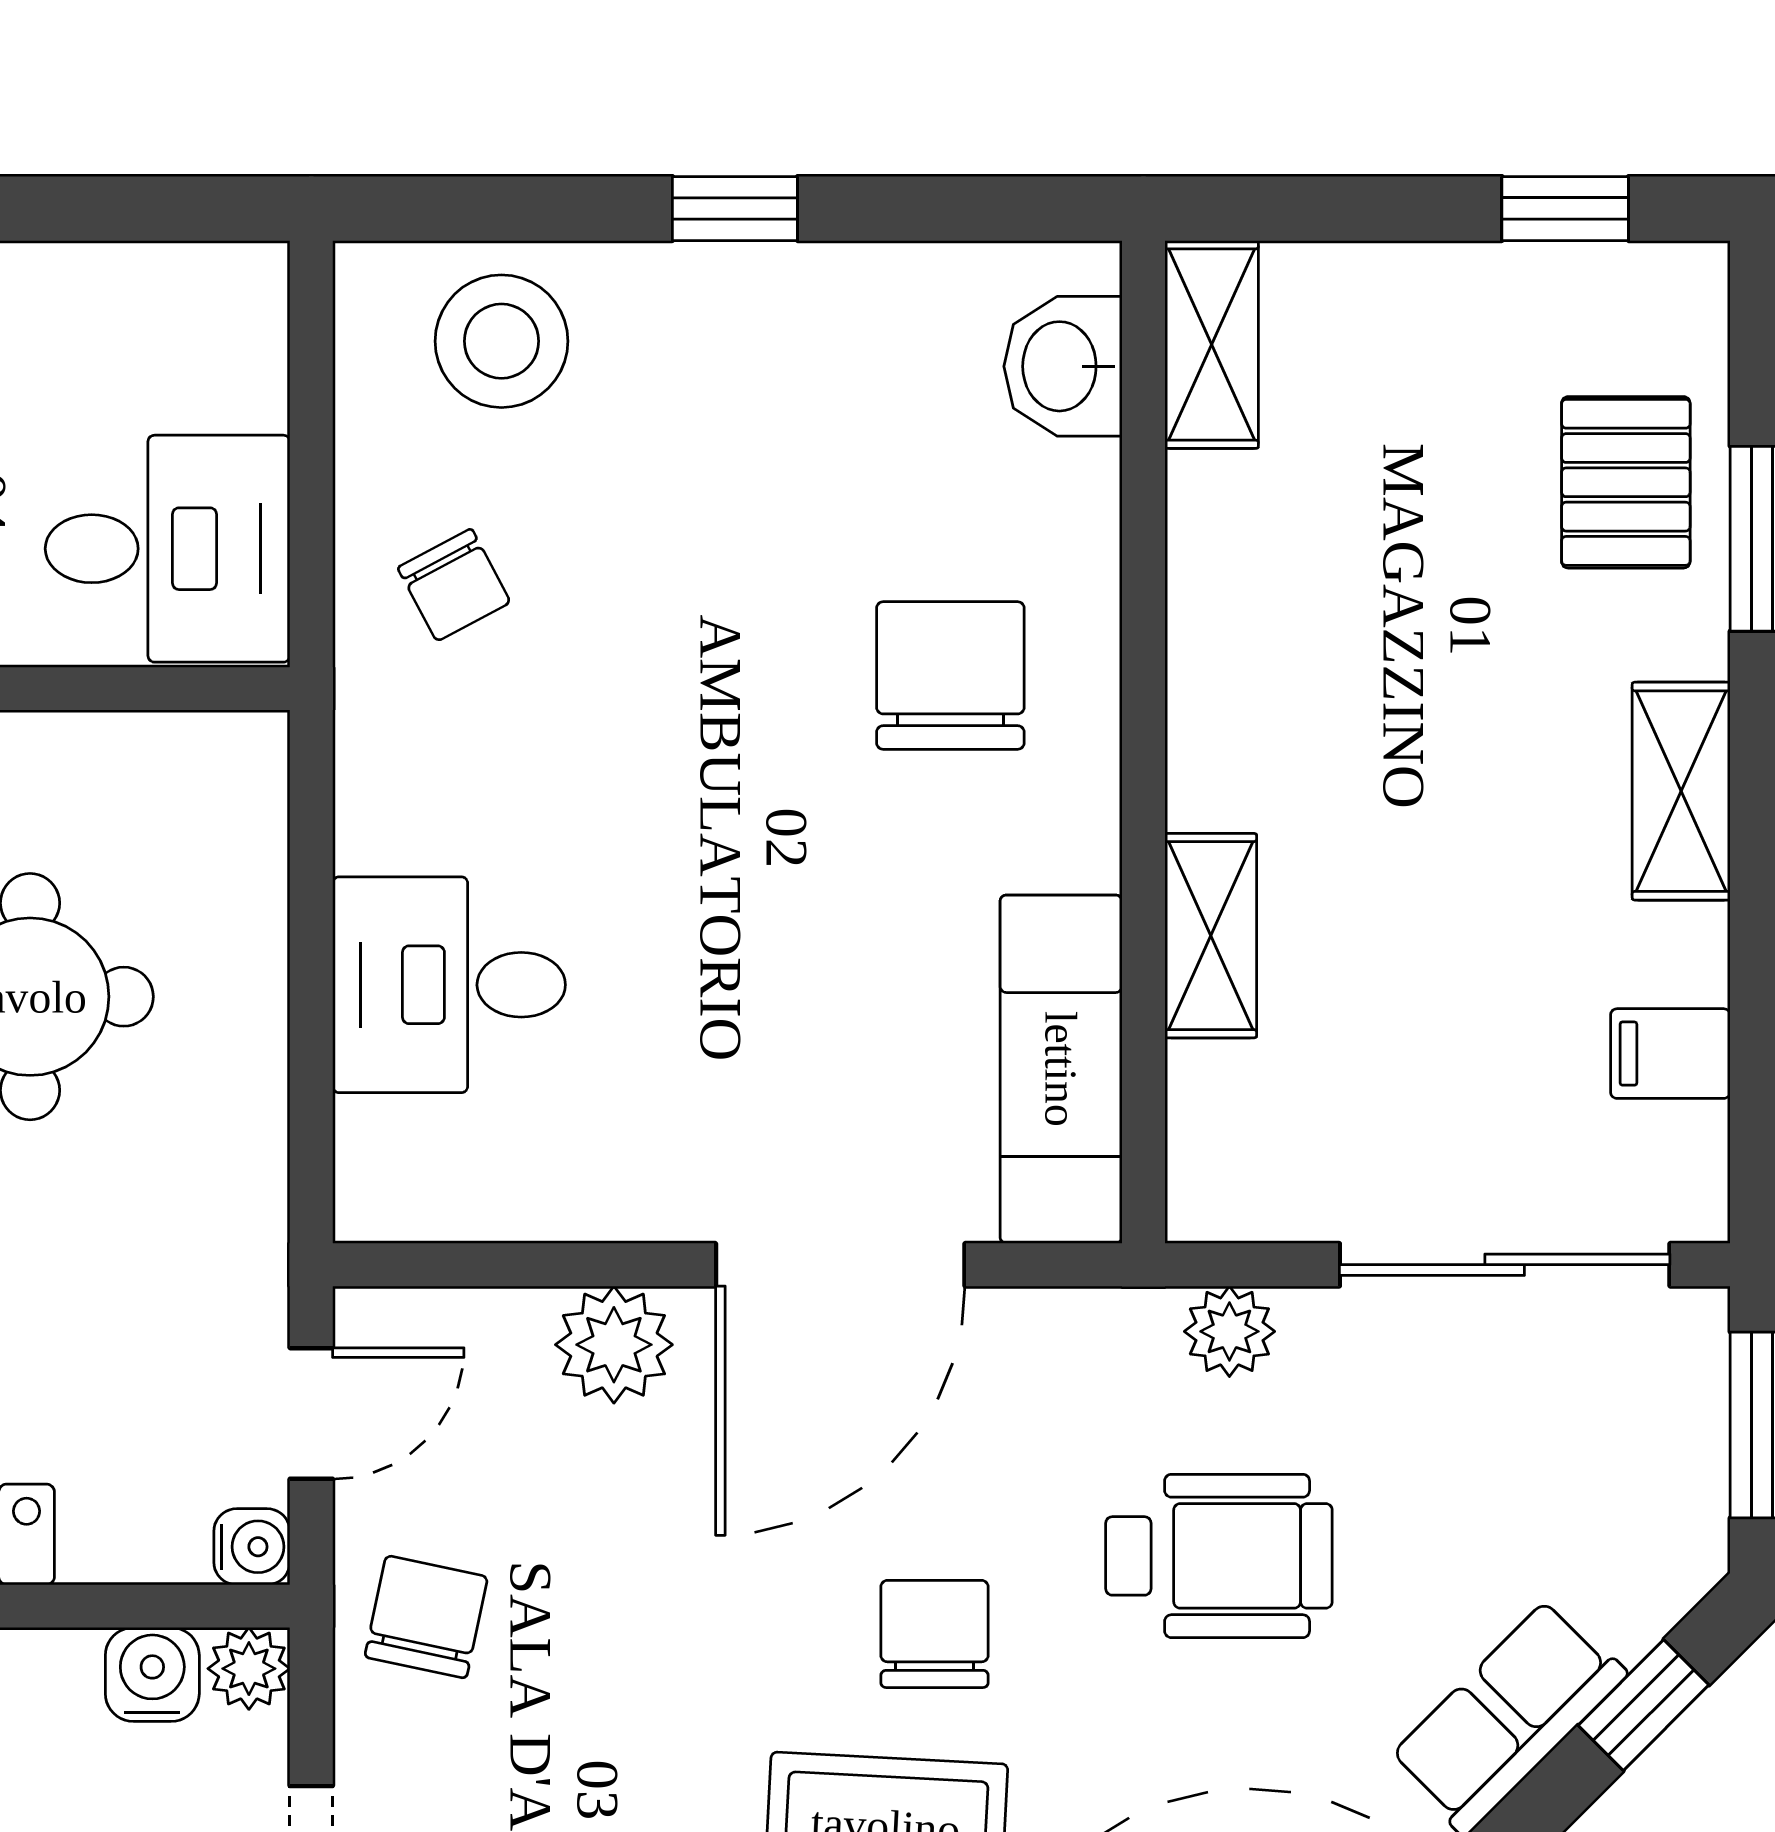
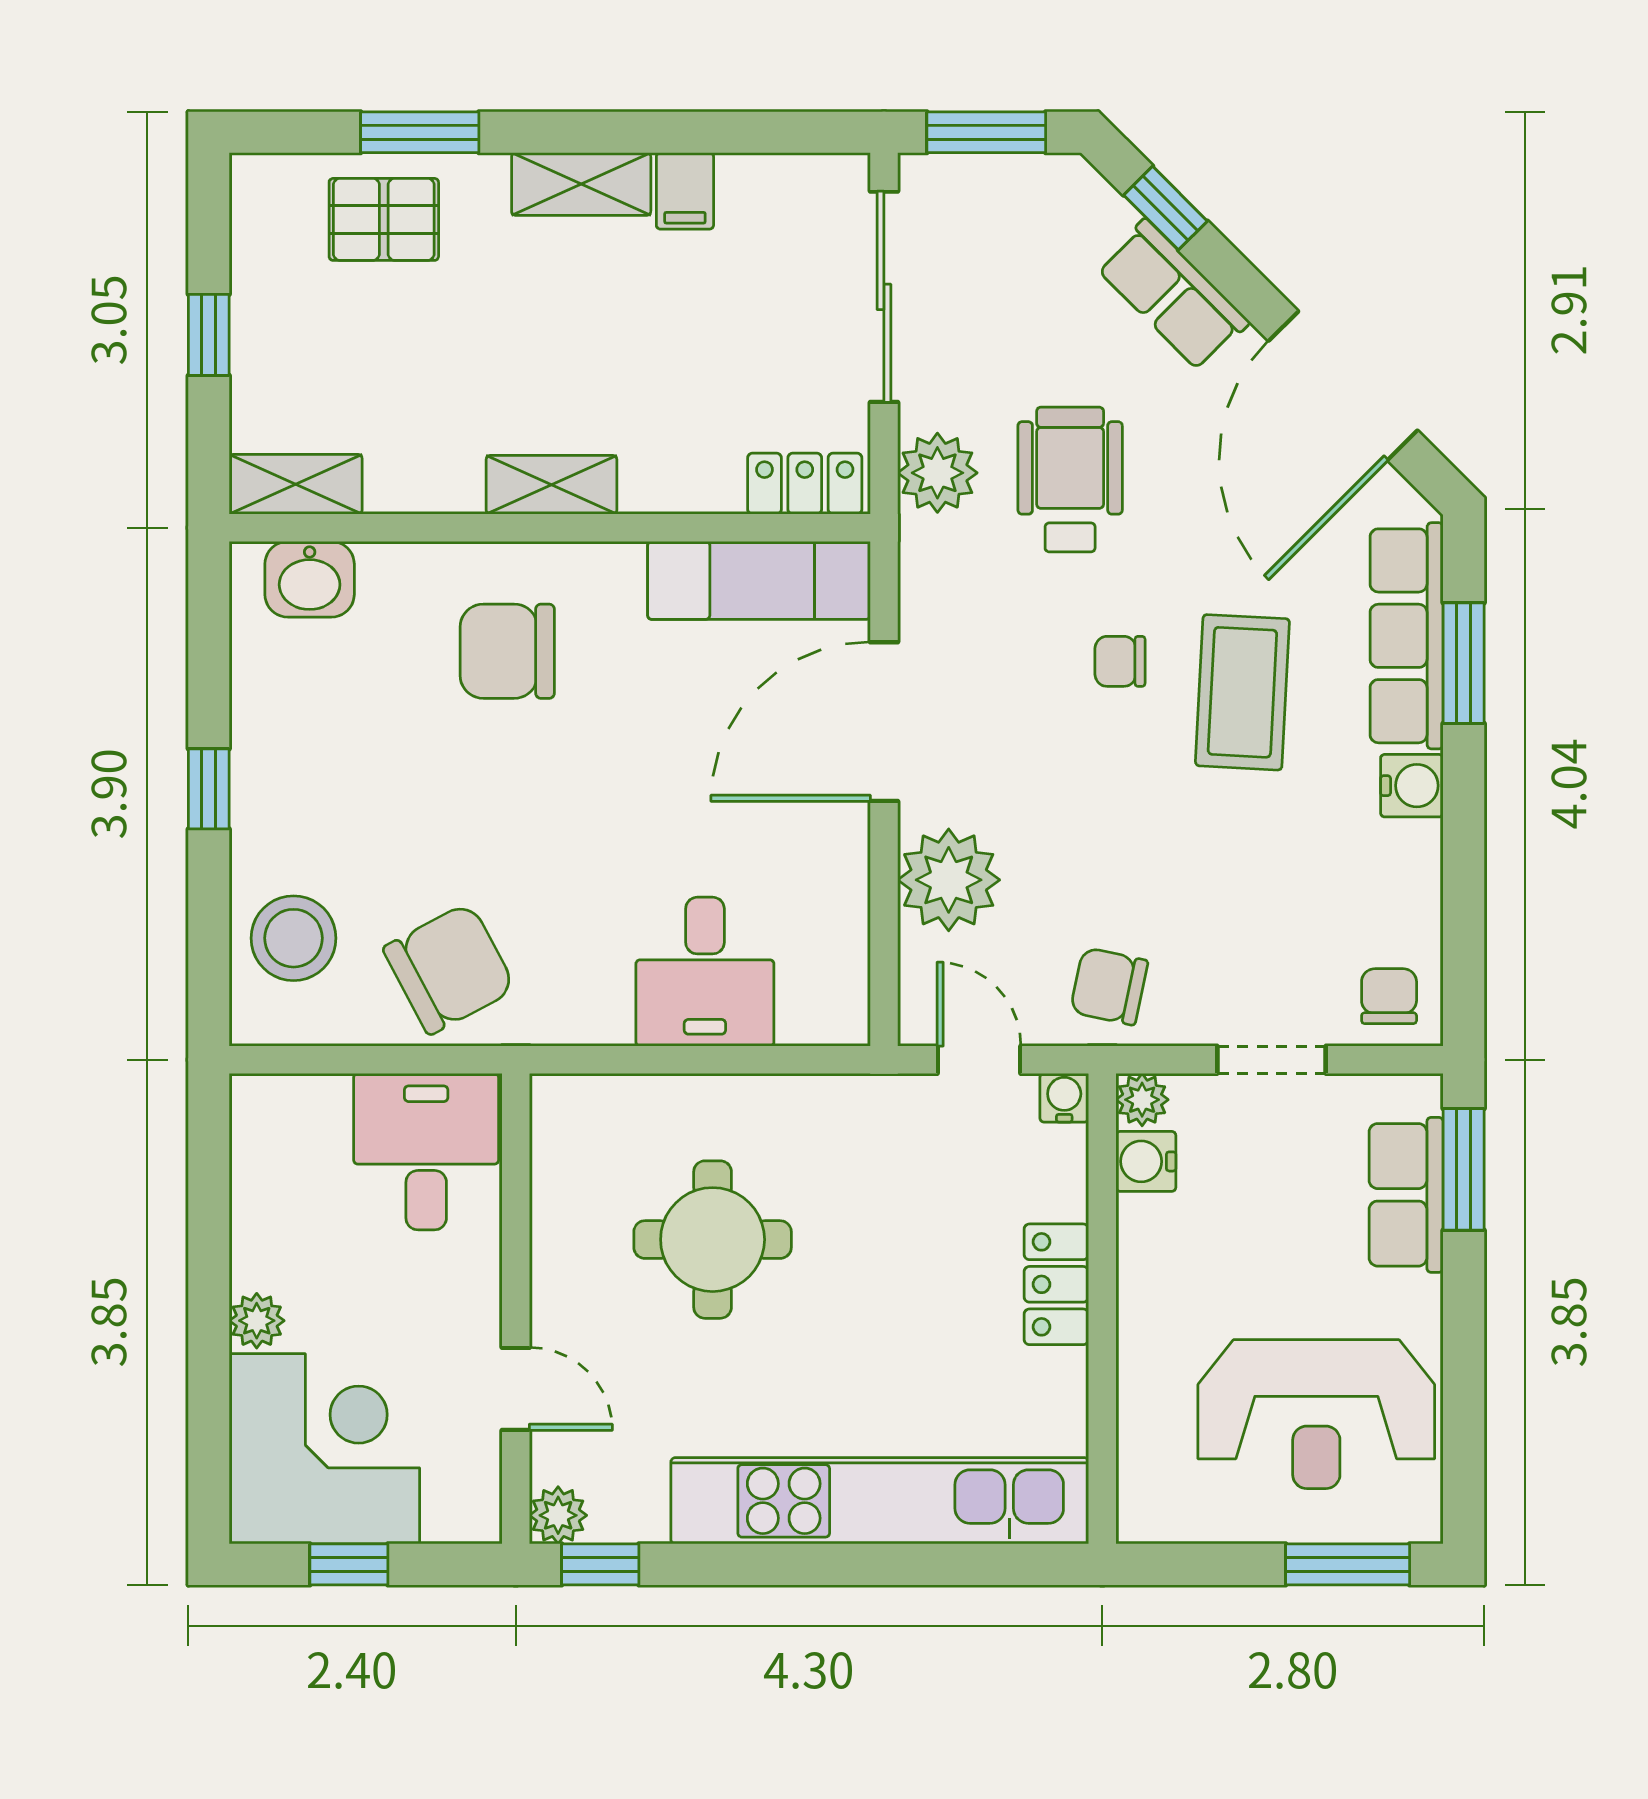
window: (1565, 209) -> (209, 335), moved
chair: (454, 585) -> (449, 969), width x1.87, depth x1.87
shelving: (1211, 936) -> (551, 485), moved
filing cabinet: (1670, 1054) -> (685, 191), moved
locker: (1212, 1141) -> (805, 484), added
door: (840, 1265) -> (884, 722), swing flipped
plant: (1229, 1331) -> (937, 473), width x1.38, depth x1.38
plant: (614, 1345) -> (949, 880), width x1.36, depth x1.36
chair: (935, 1634) -> (1120, 661), width x0.73, depth x0.73

